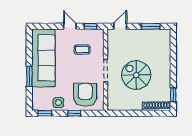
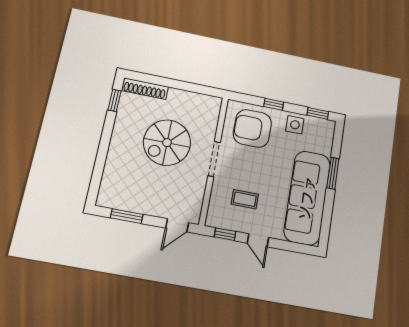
spiral stairs: (136, 75) -> (167, 143), turned 90
armchair: (85, 95) -> (252, 128), turned 90

